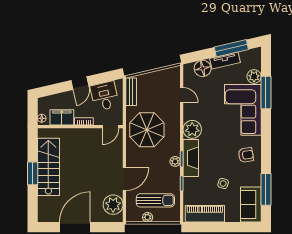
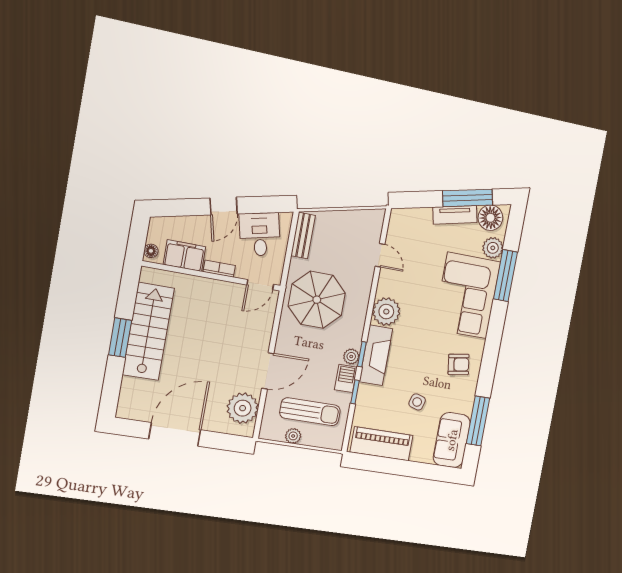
floor lamp: (203, 68) -> (490, 218), moved
barbecue: (174, 176) -> (346, 378), added

